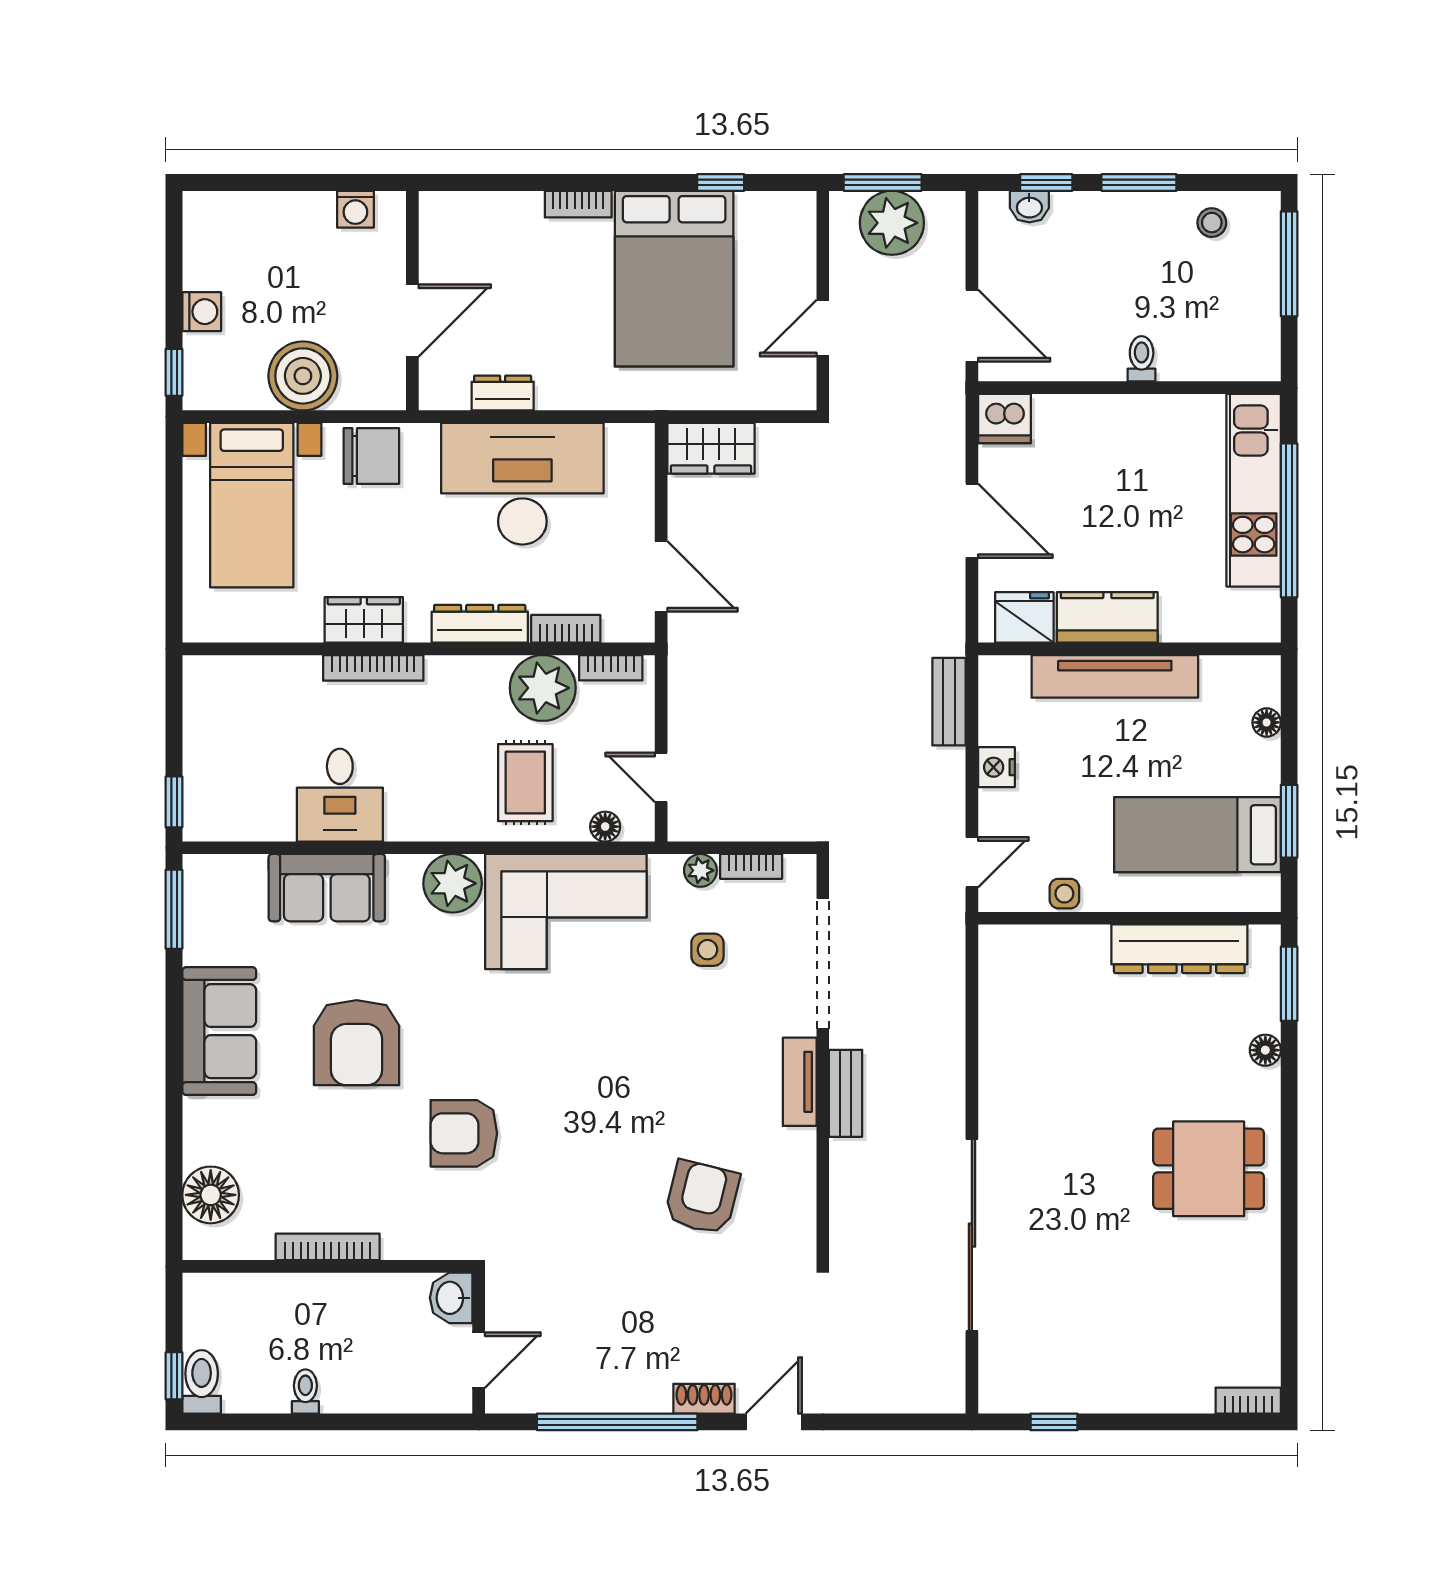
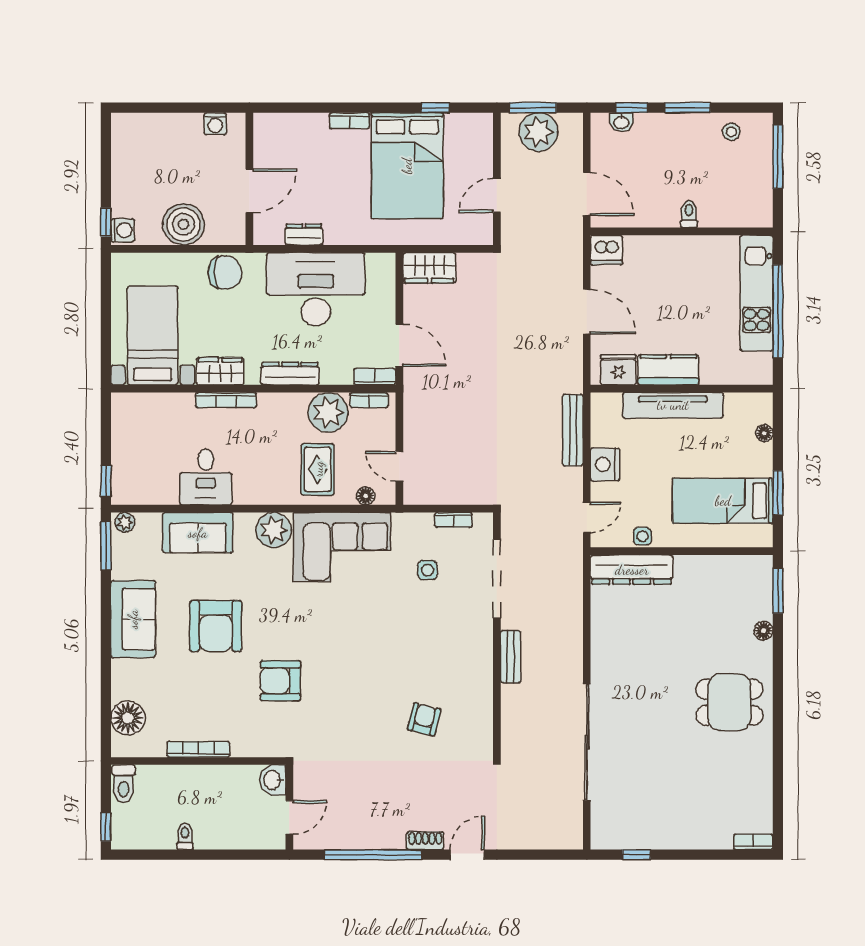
washing machine: (202, 312) -> (122, 230), moved
bed with nightstands: (252, 505) -> (153, 335), moved, turned 180
bookcase: (566, 629) -> (375, 377), moved
bench: (949, 702) -> (573, 430), width x1.36
nightstand: (997, 767) -> (605, 464), width x1.36, depth x1.33
plant: (700, 870) -> (125, 522), moved
dresser: (1179, 949) -> (632, 570), moved
tv unit: (800, 1082) -> (483, 650), removed
armchair: (702, 1197) -> (424, 719), width x0.72, depth x0.72
toilet: (202, 1382) -> (123, 784), moved, turned 180

